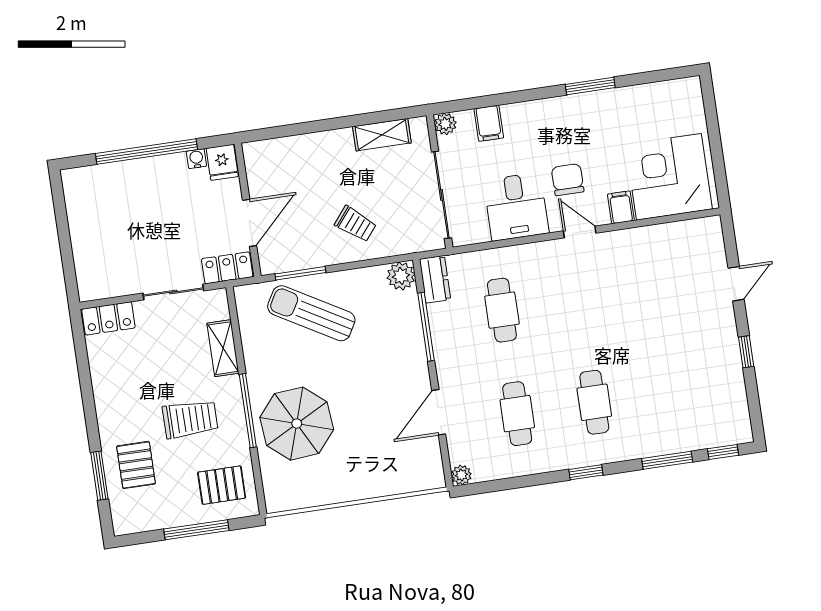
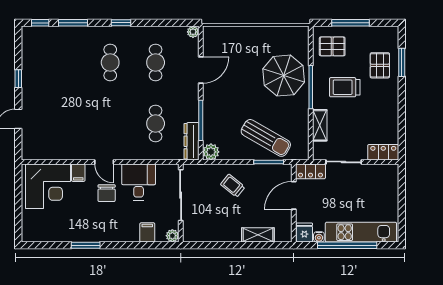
shelving: (382, 135) -> (258, 235), moved
kitchen unit: (126, 177) -> (361, 232), added
dresser: (435, 279) -> (192, 141), width x1.44

